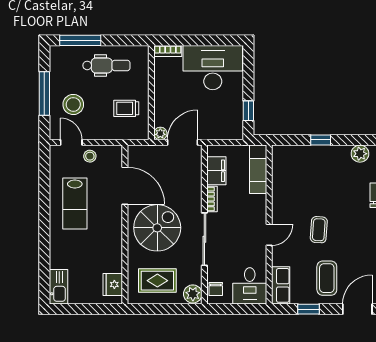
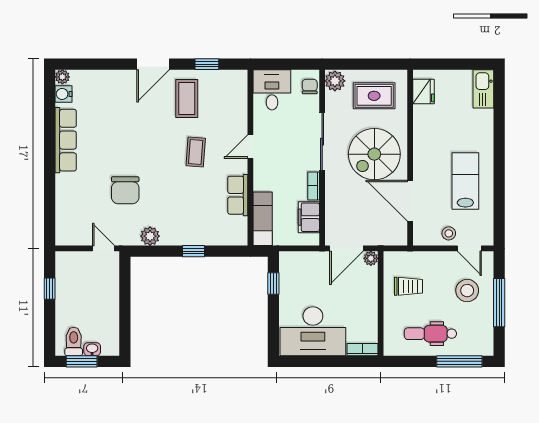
row of seats: (281, 285) -> (238, 195), moved

